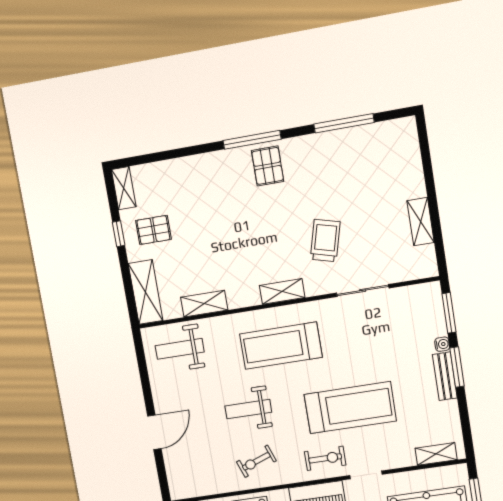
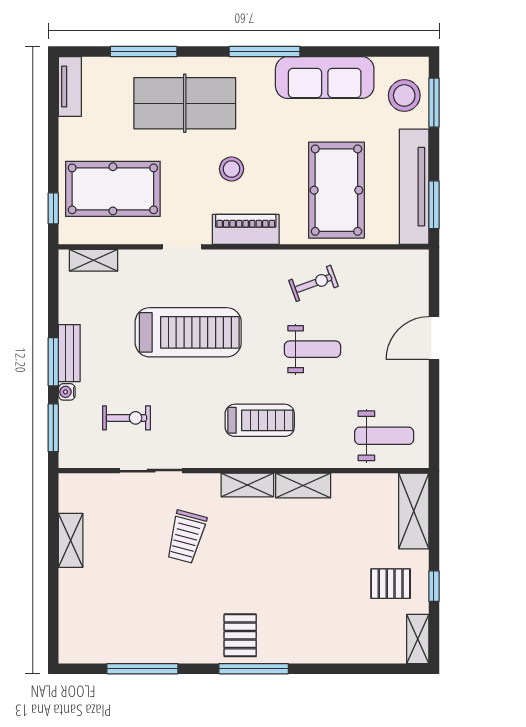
shelving: (204, 304) -> (303, 486), moved
treadmill: (281, 346) -> (260, 420), width x0.73, depth x0.73
treadmill: (350, 408) -> (188, 332), turned 180
exercise bike: (325, 458) -> (126, 418), moved, turned 180

